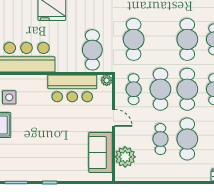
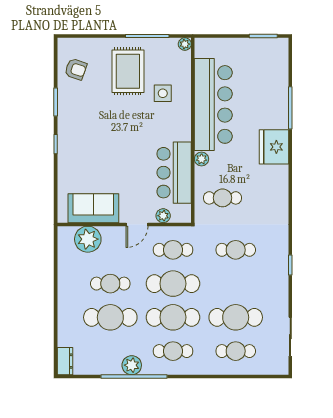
cafe table: (134, 39) -> (236, 250), width x0.73, depth x0.74
cafe table: (92, 50) -> (222, 198), width x0.73, depth x0.74
plant: (61, 67) -> (202, 159), added
plant: (107, 80) -> (163, 216), moved

